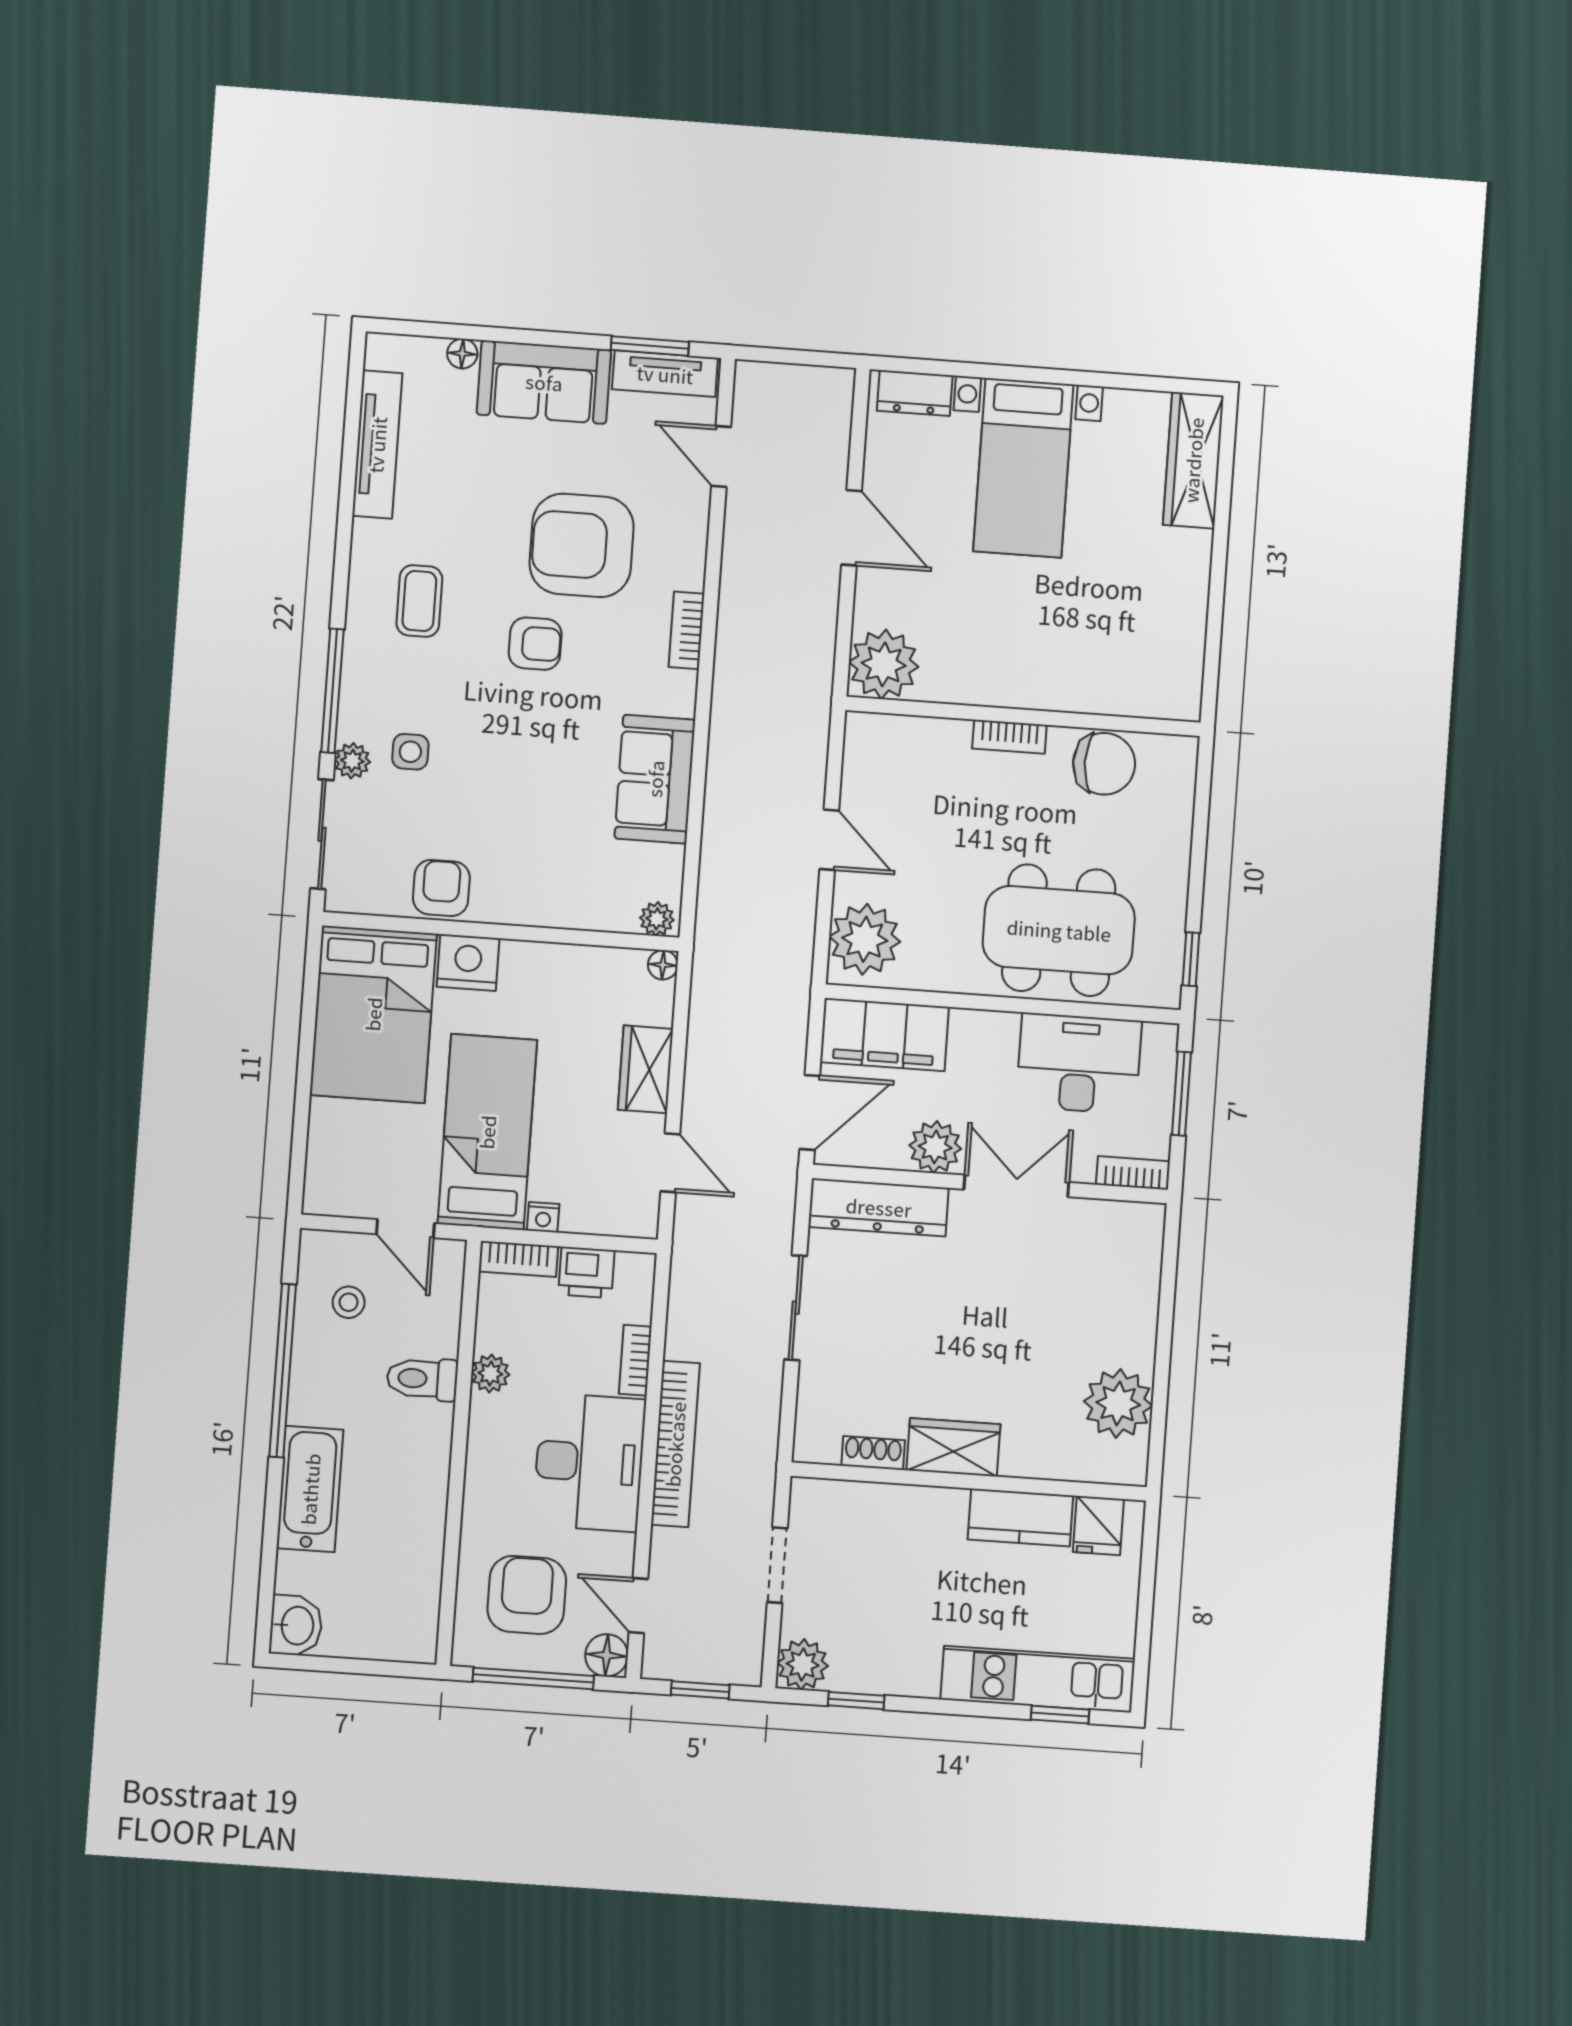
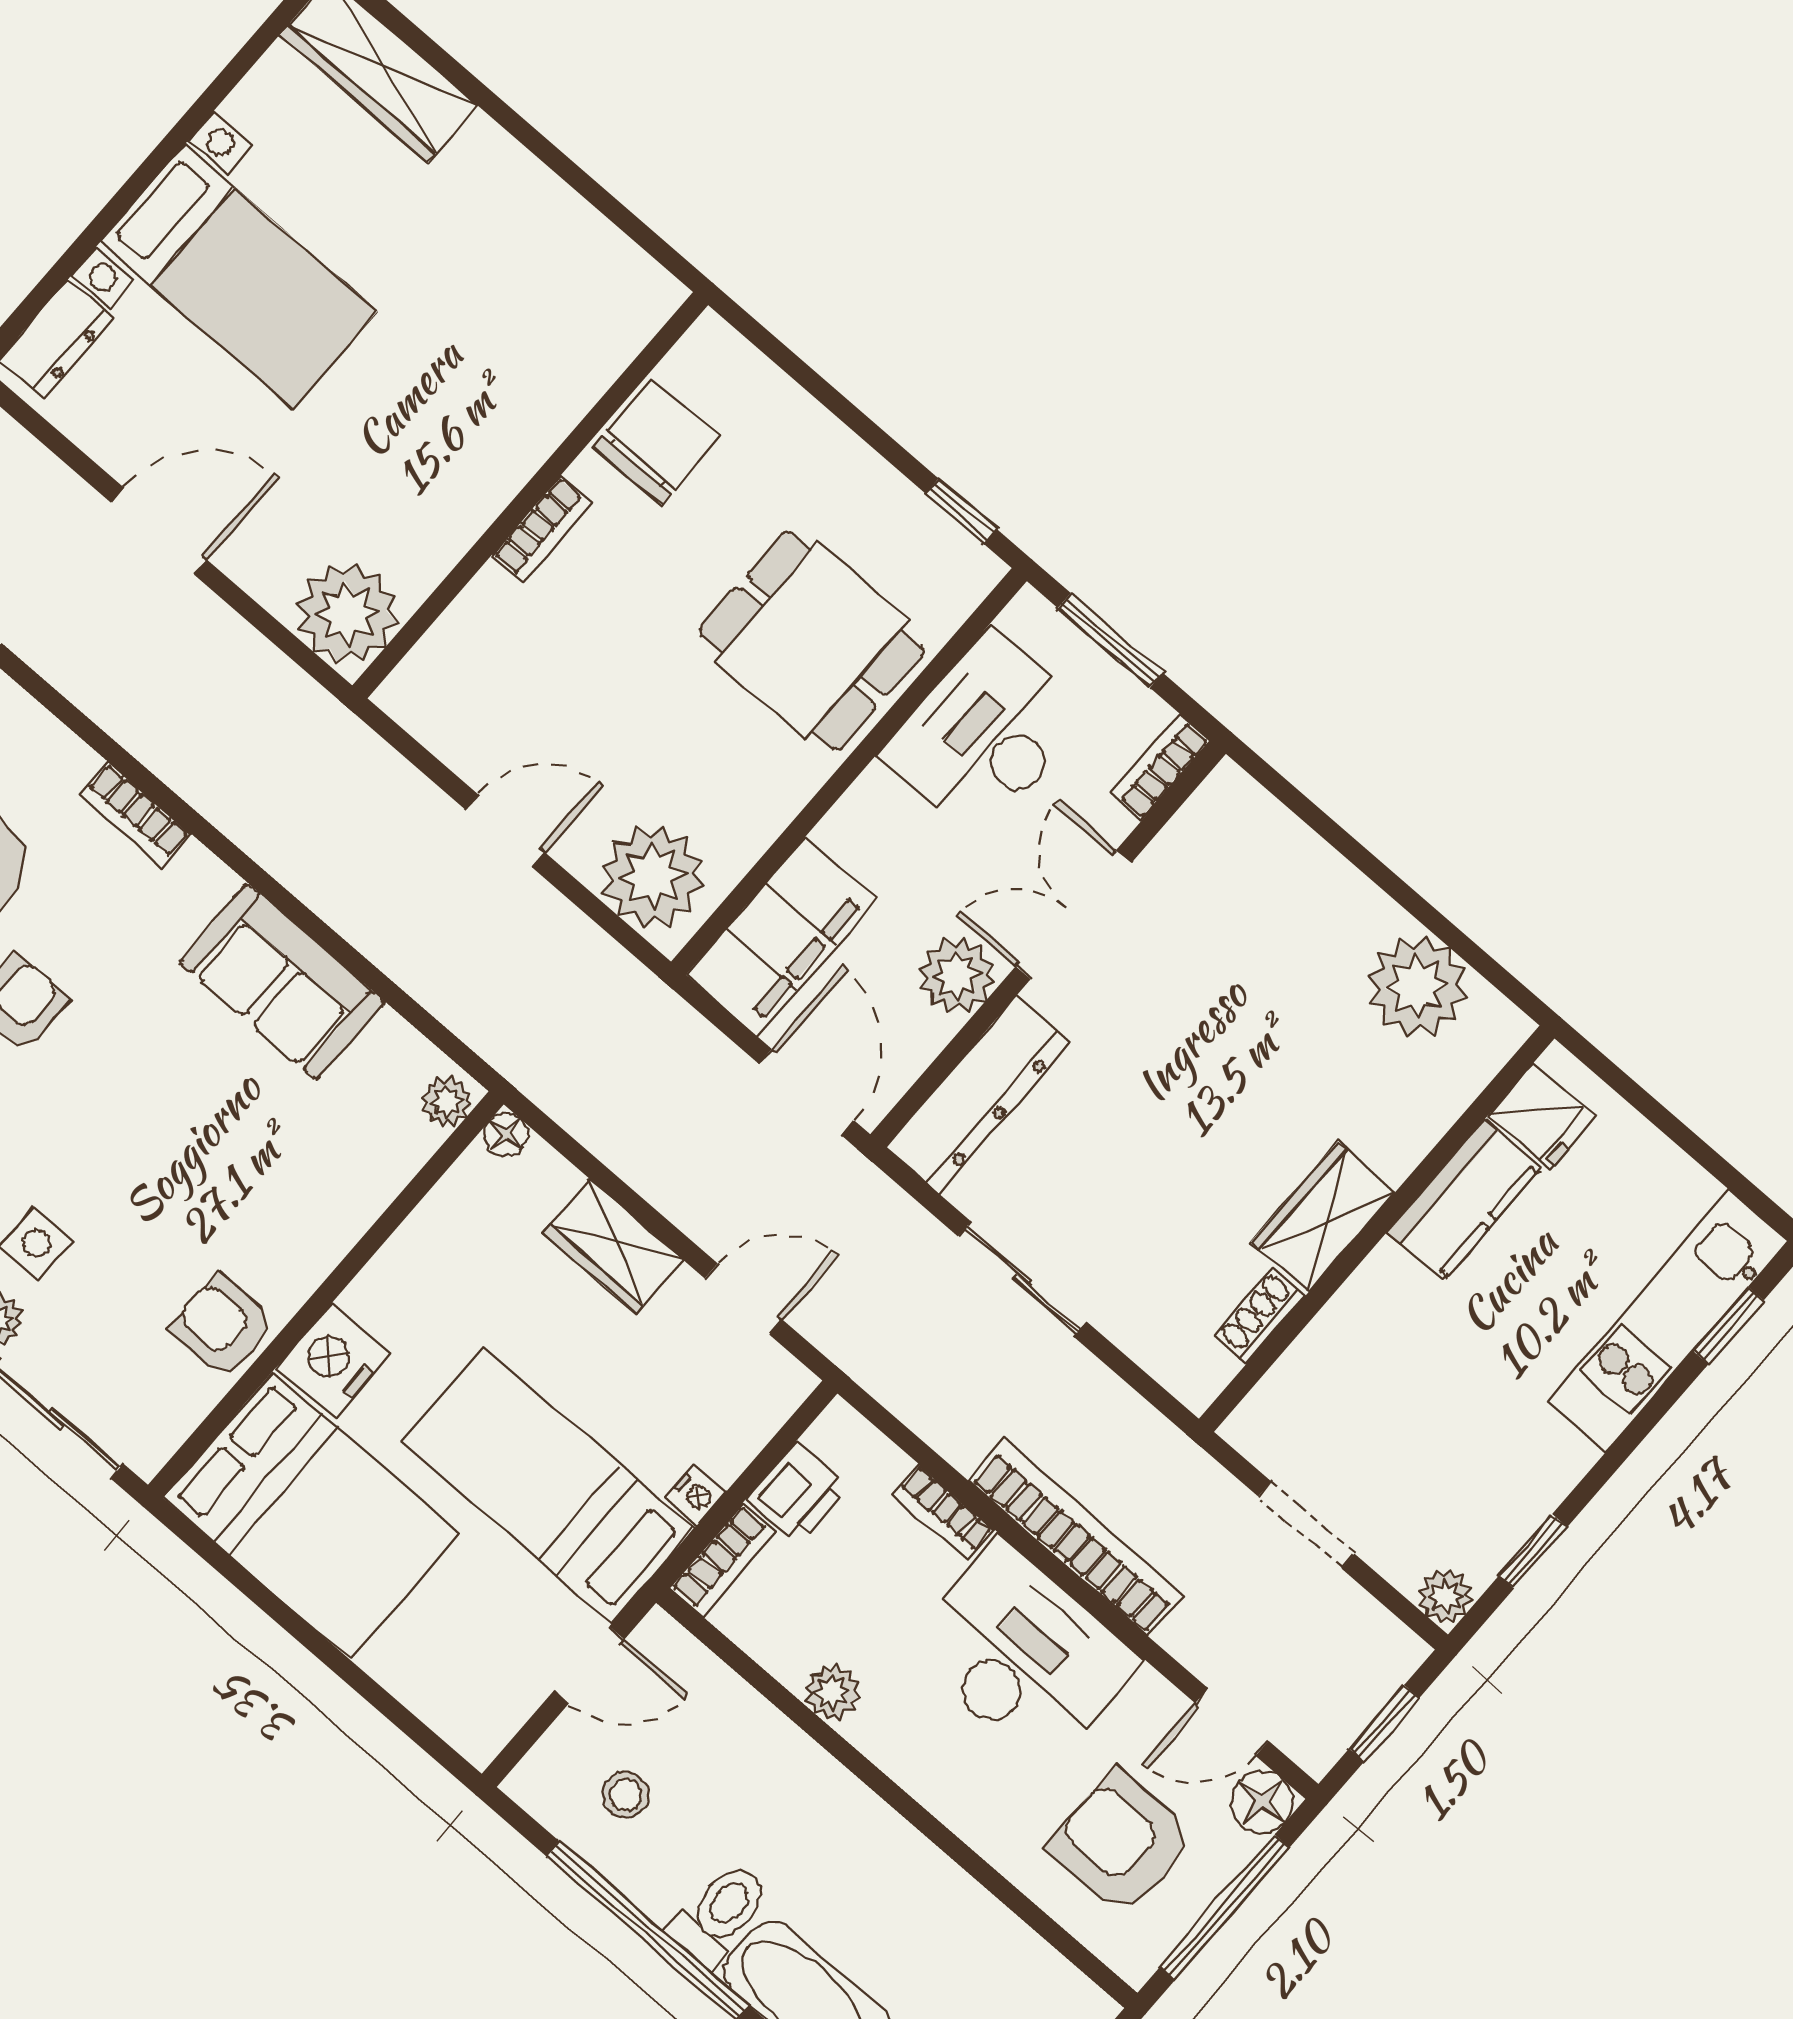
dining table: (1059, 930) -> (812, 641), width x0.73
toilet: (422, 1379) -> (720, 1914), moved, turned 180
plant: (803, 1664) -> (1445, 1596), width x0.73, depth x0.73

